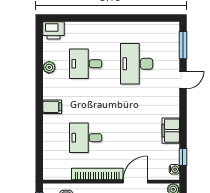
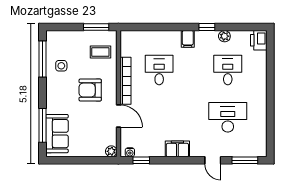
window: (39, 86) -> (207, 27), added
filing cabinet: (171, 131) -> (177, 149), moved

